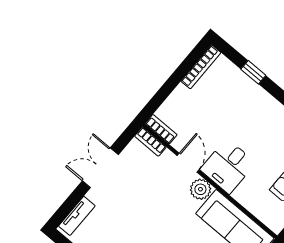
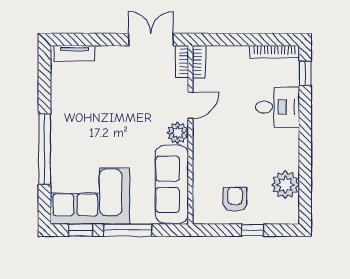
window: (253, 72) -> (305, 73), moved
desk: (228, 166) -> (277, 107), moved, turned 180
double door: (100, 168) -> (151, 40), moved

